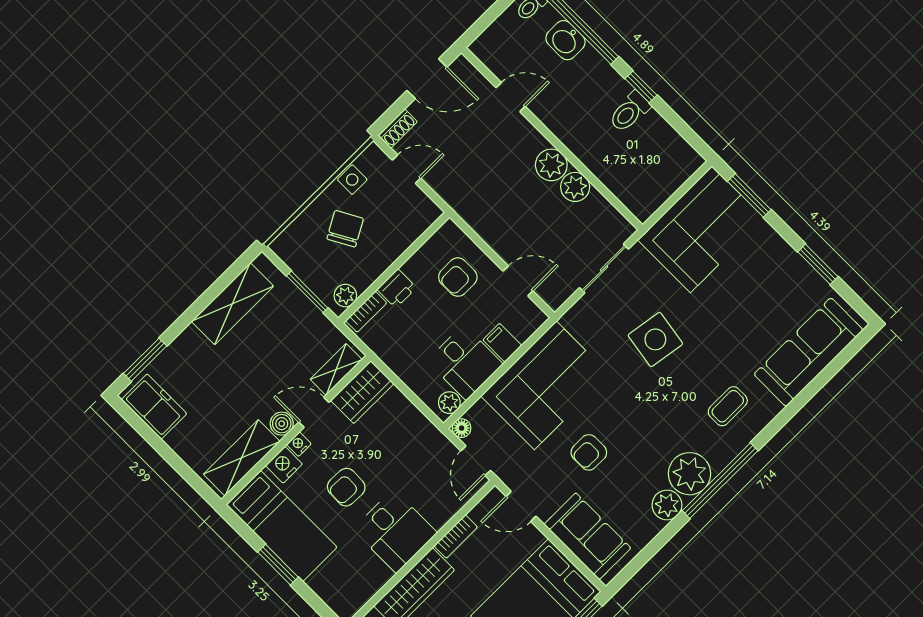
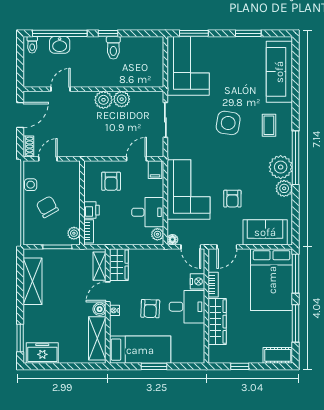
side table: (655, 339) -> (228, 123), moved
filing cabinet: (502, 343) -> (155, 170), moved, turned -90
nightstand: (284, 465) -> (197, 281), moved, turned 180

